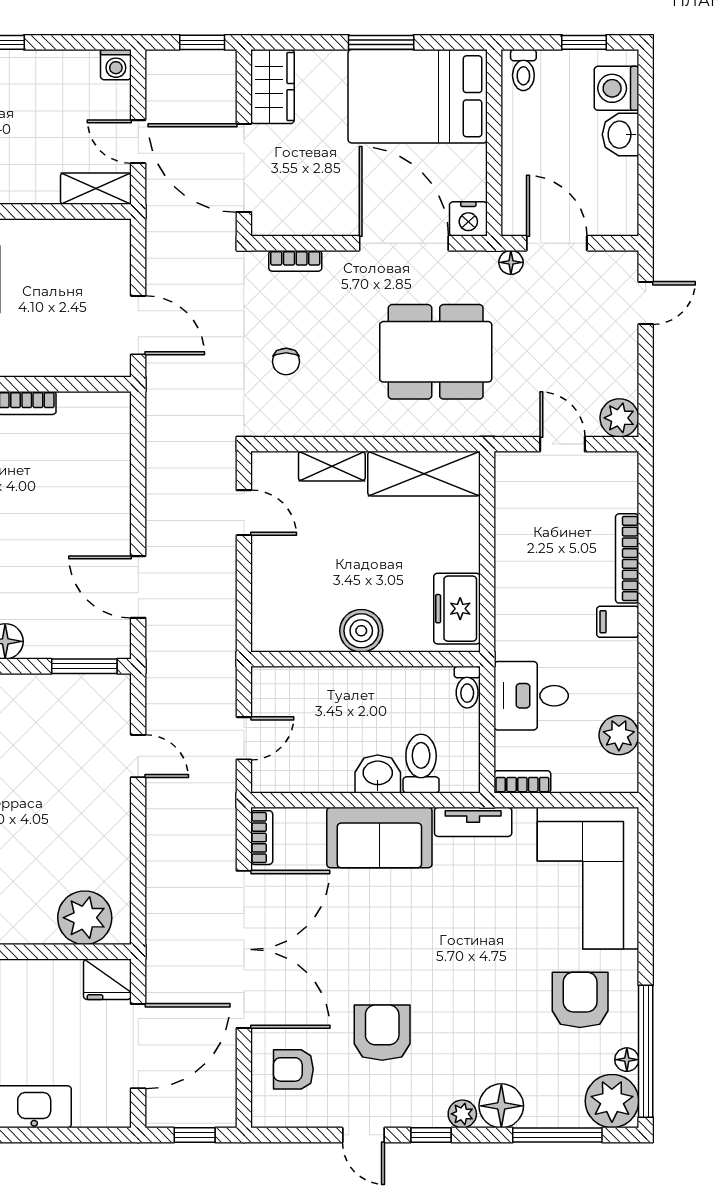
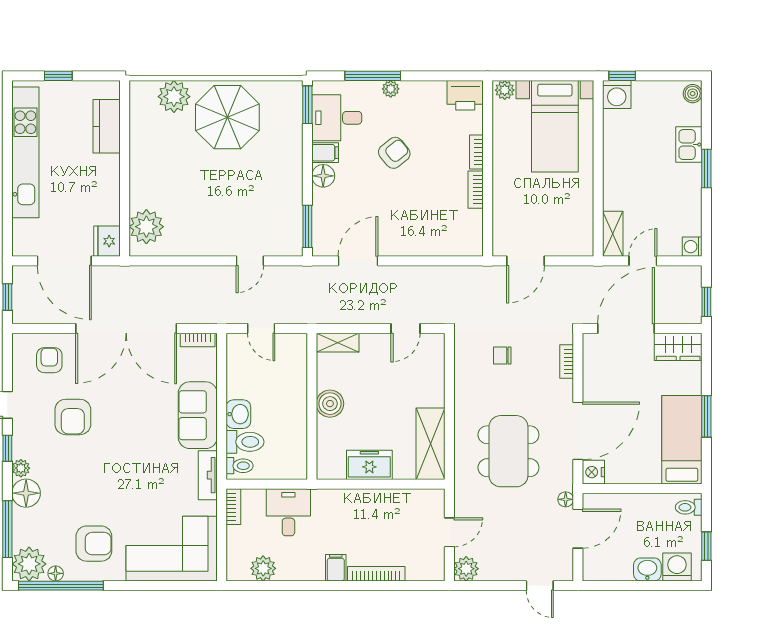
bed: (418, 96) -> (682, 440), width x0.67
shelving: (332, 466) -> (338, 343), moved, turned 90
freezer: (457, 609) -> (369, 465), moved
toilet: (467, 687) -> (240, 466), moved, turned 180
armchair: (382, 1033) -> (73, 417), turned 90

